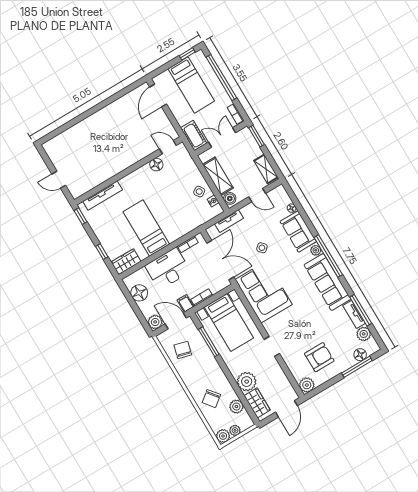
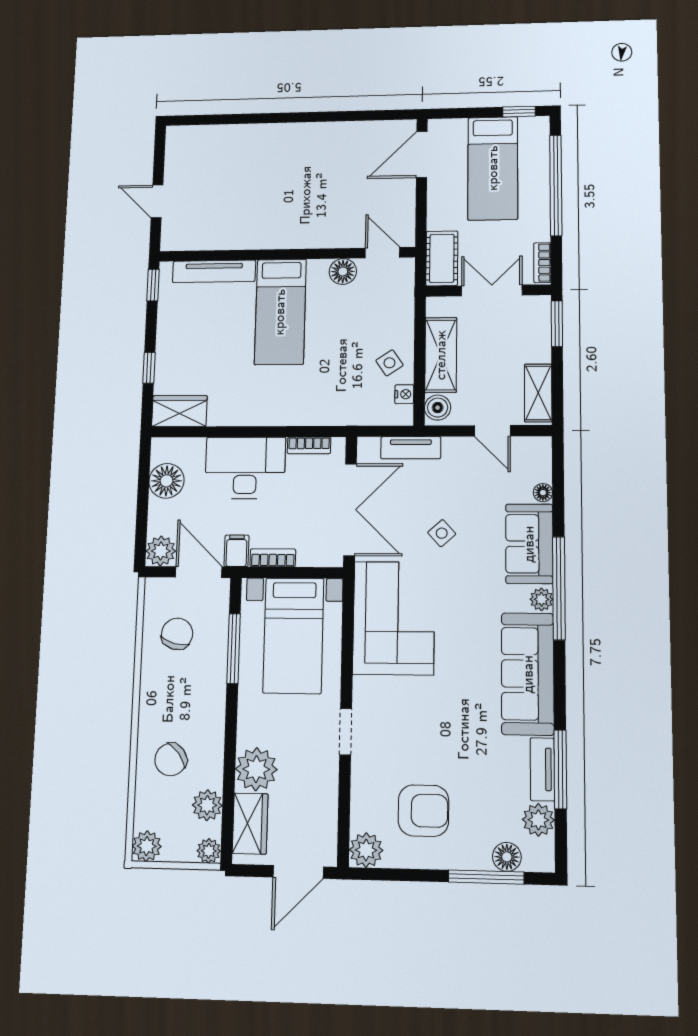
bed: (146, 228) -> (280, 312), moved, turned 180
window: (328, 256) -> (559, 588), moved
plant: (235, 430) -> (209, 851), moved

